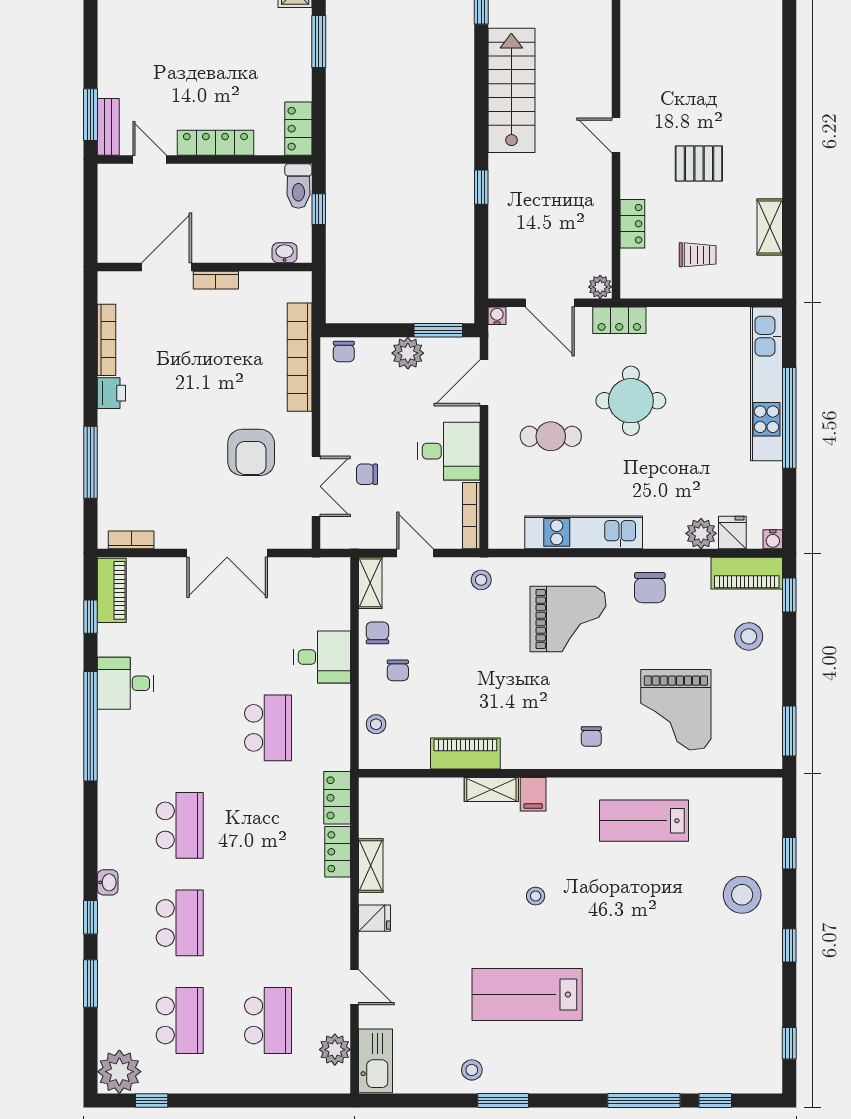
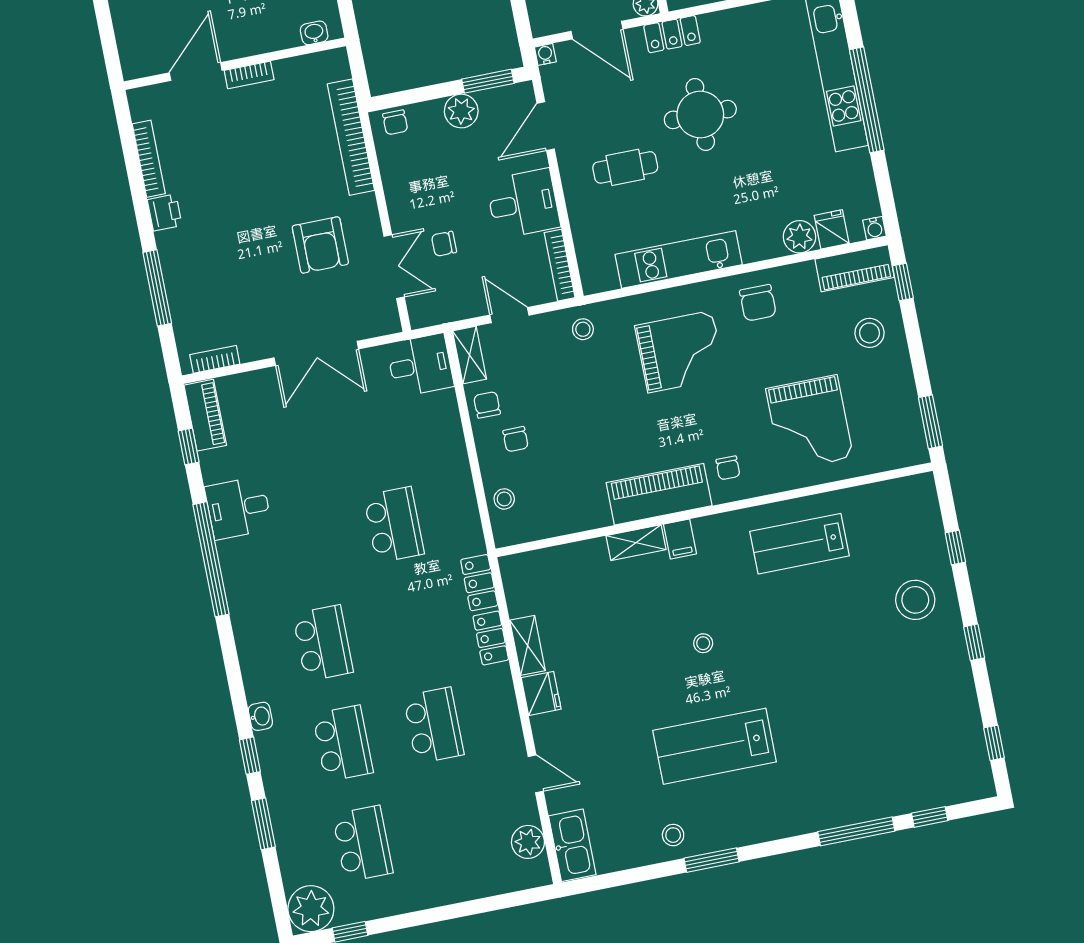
desk: (322, 657) -> (420, 365), moved
piano: (465, 753) -> (659, 494), moved, width x1.37, depth x1.33
fridge: (375, 918) -> (541, 693), width x1.38
school desk: (268, 1021) -> (434, 725), moved

